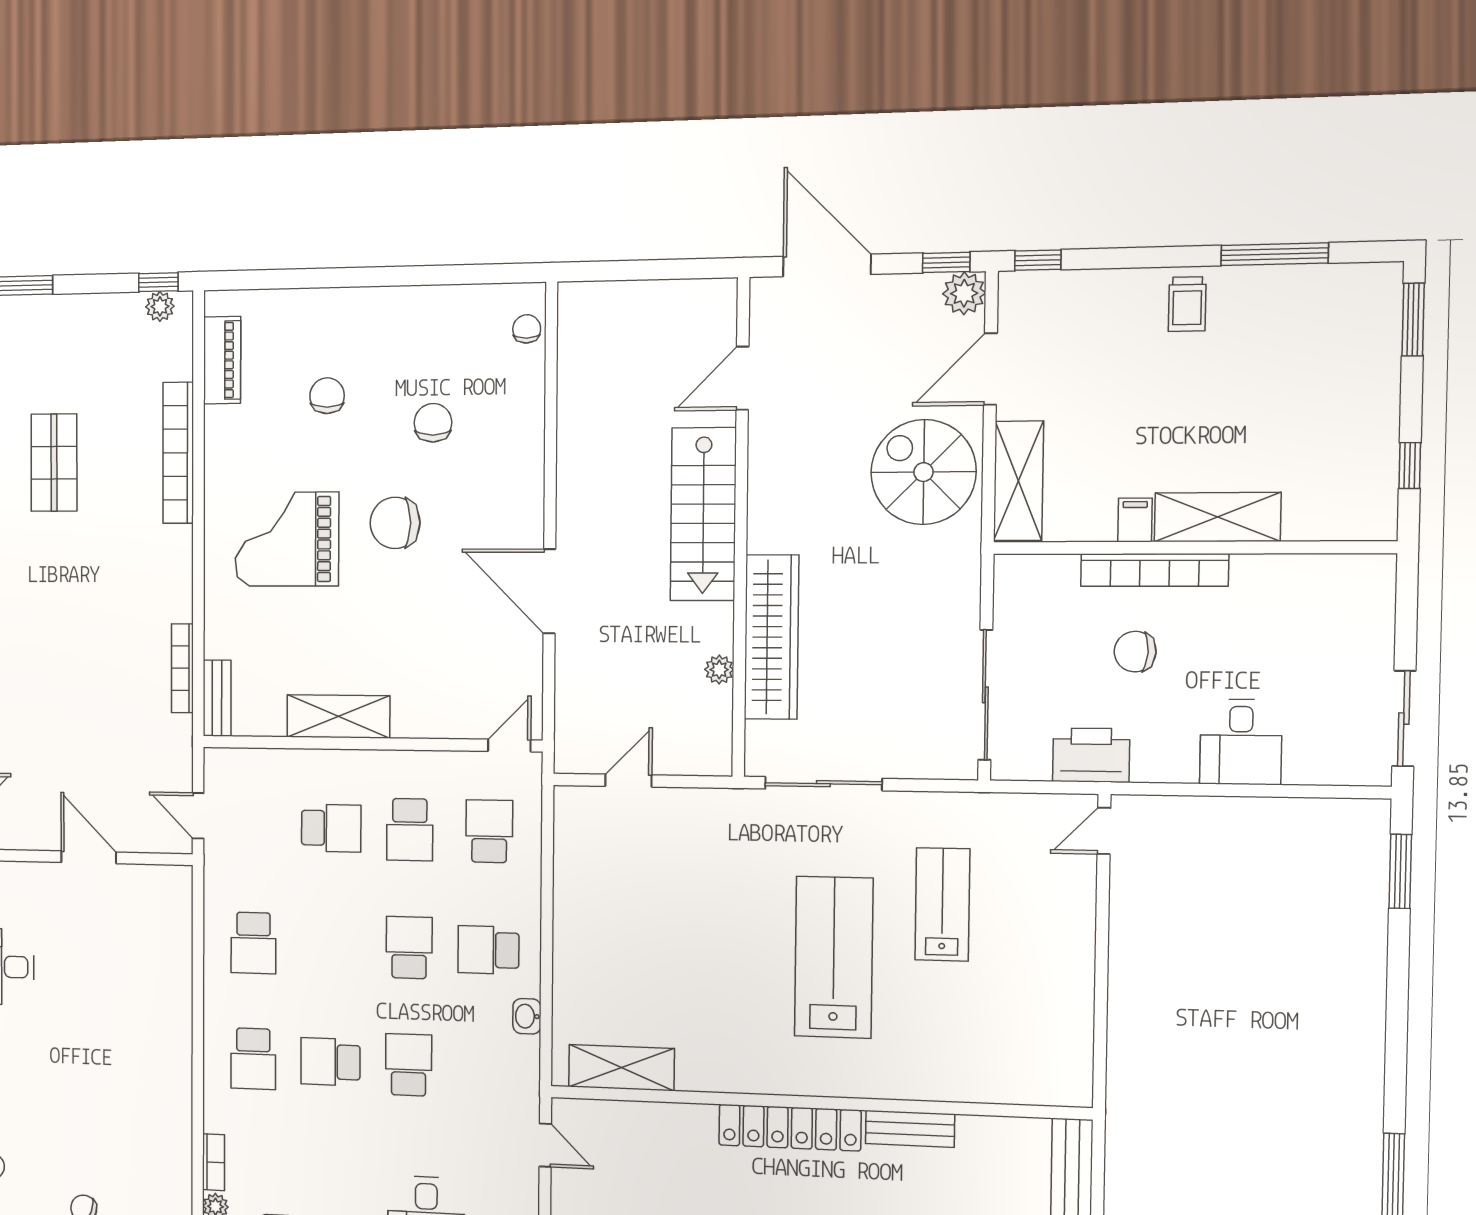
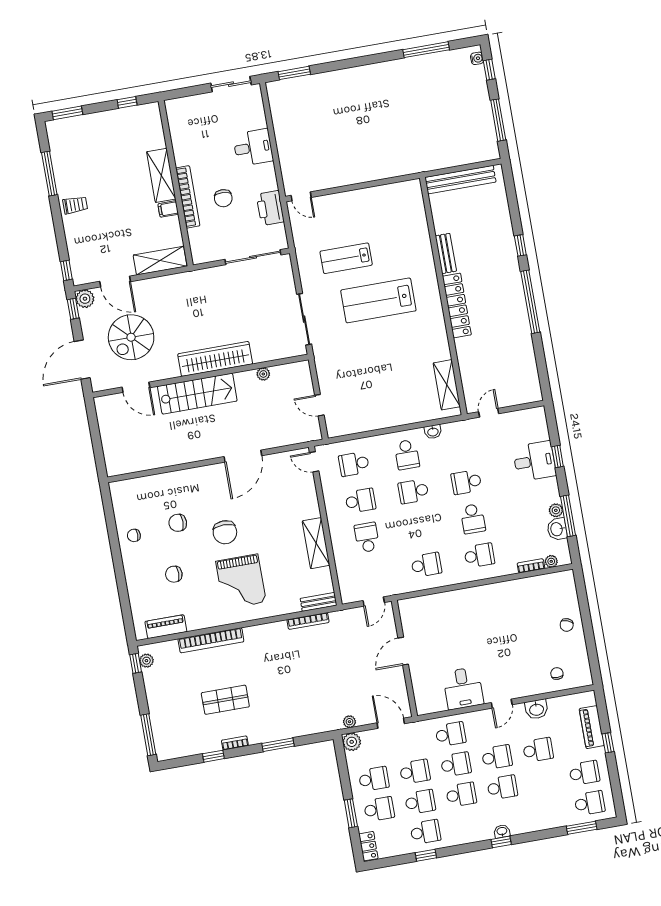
chair: (527, 329) -> (134, 535), moved
spiral stairs: (924, 472) -> (131, 337), moved
wardrobe: (771, 637) -> (215, 359), moved

